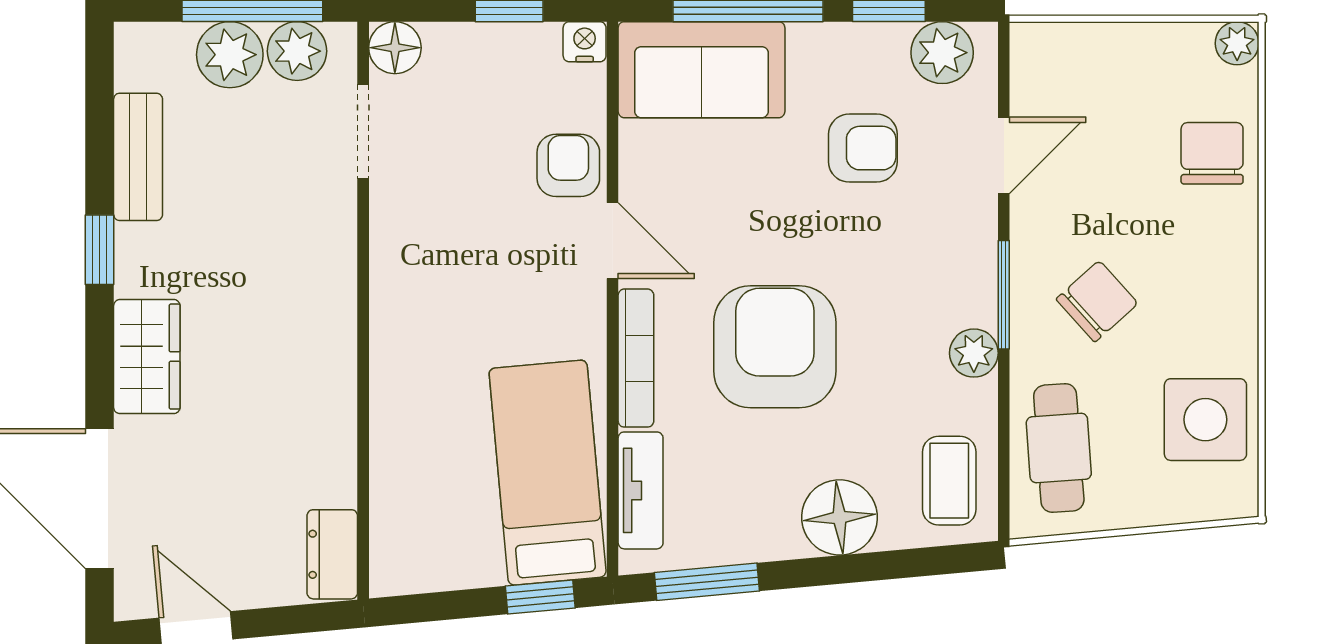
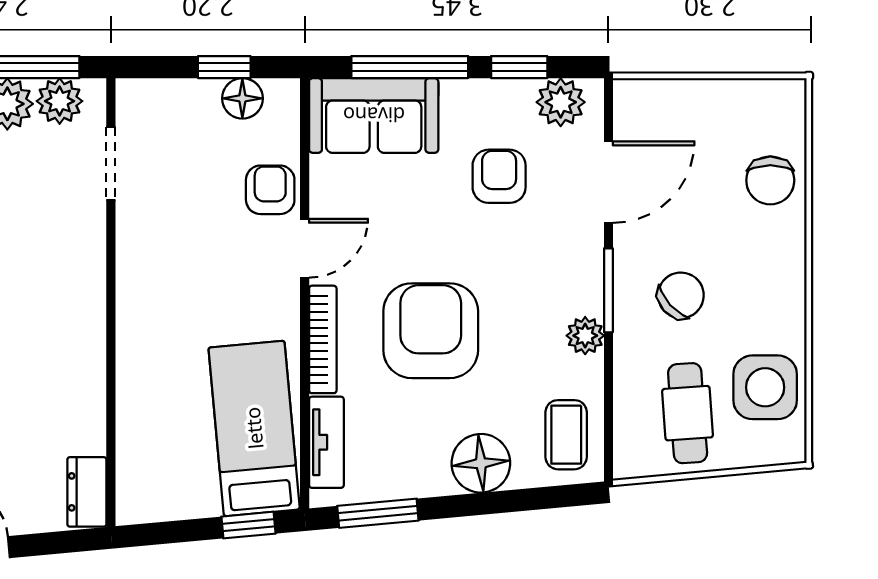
nightstand: (585, 42) -> (283, 94), removed
plant: (1237, 43) -> (790, 95), removed
floor lamp: (395, 48) -> (242, 98), moved
armchair: (863, 148) -> (499, 176), turned -90
chair: (1212, 153) -> (770, 180), turned 180
door: (1004, 155) -> (608, 182), width x1.38
door: (613, 241) -> (305, 248), hinge flipped
cafe table: (1059, 448) -> (688, 413), moved

